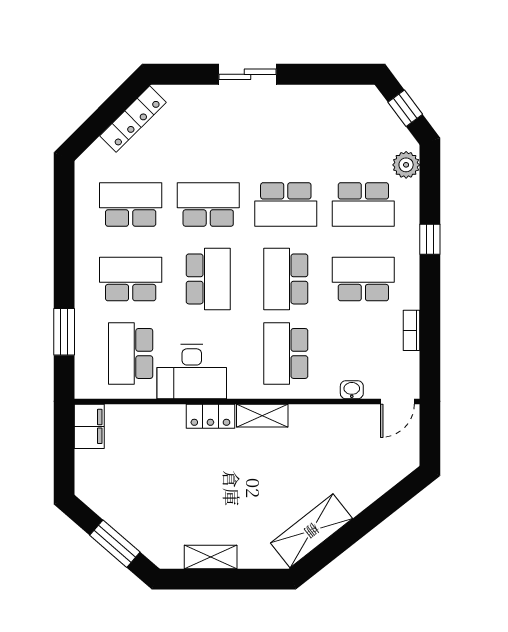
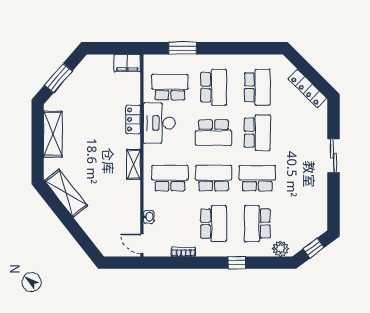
school desk: (286, 204) -> (257, 178), turned 90
locker: (210, 416) -> (133, 119), moved
shelving: (211, 557) -> (53, 134), width x1.50, depth x1.33

